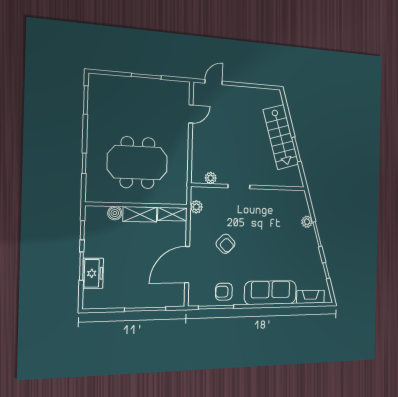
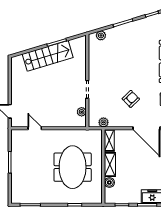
plant: (307, 222) -> (101, 35), moved

